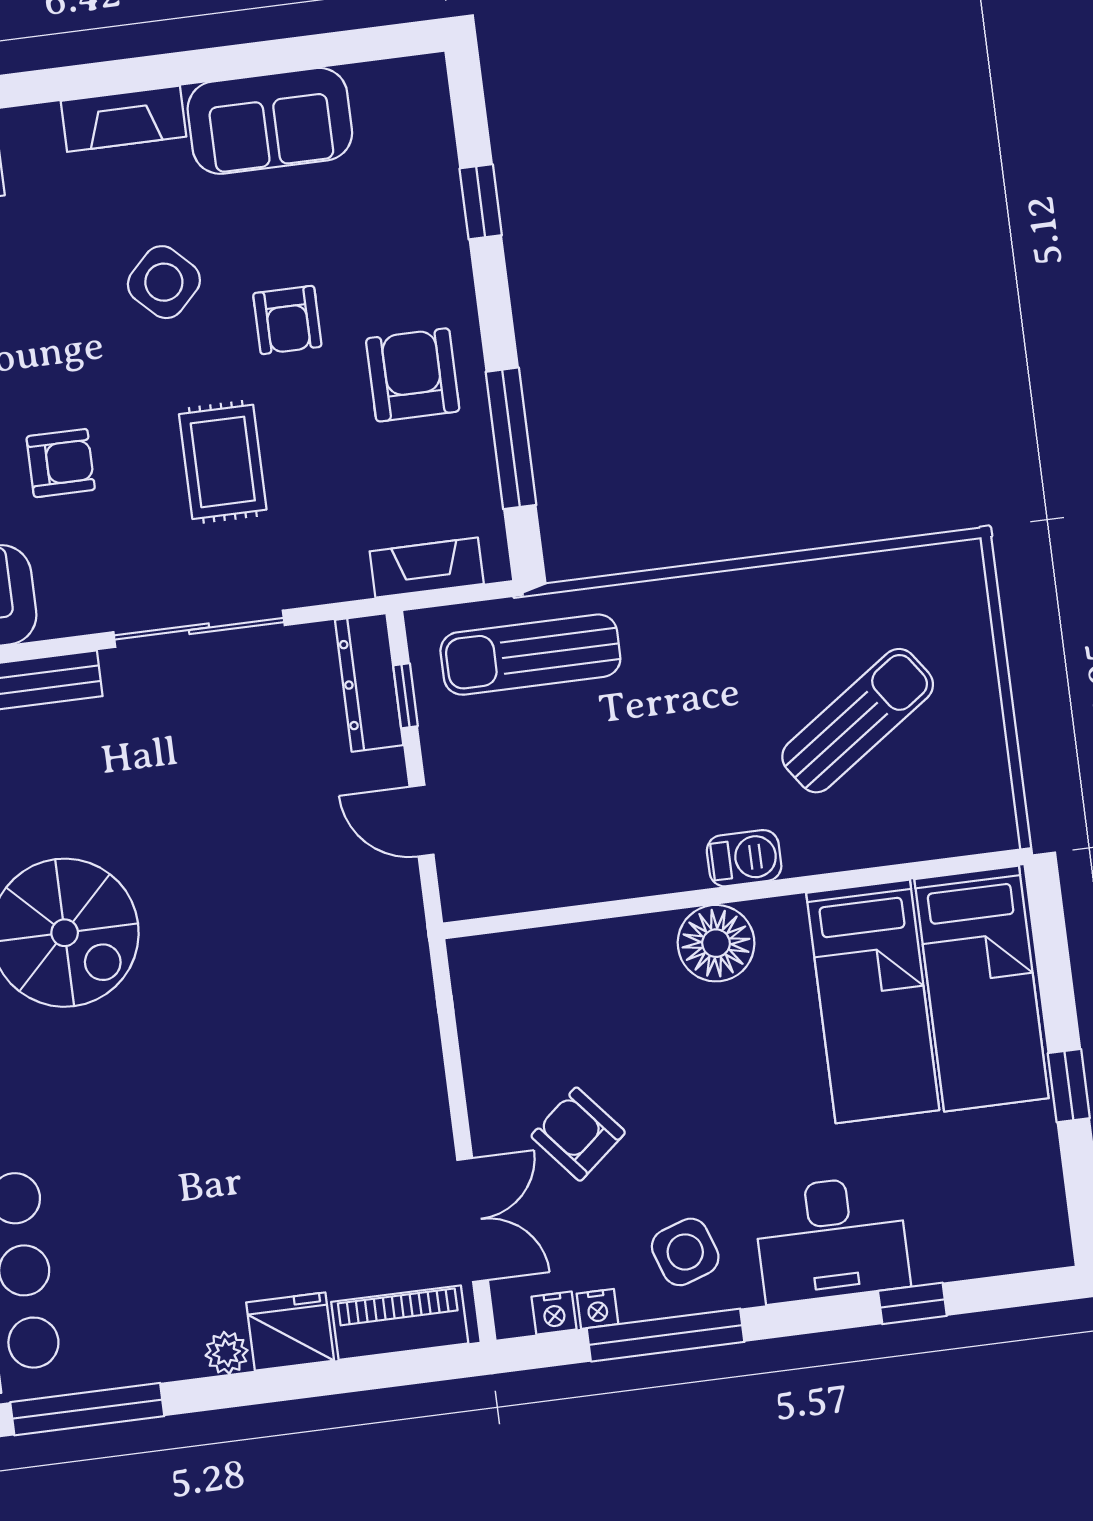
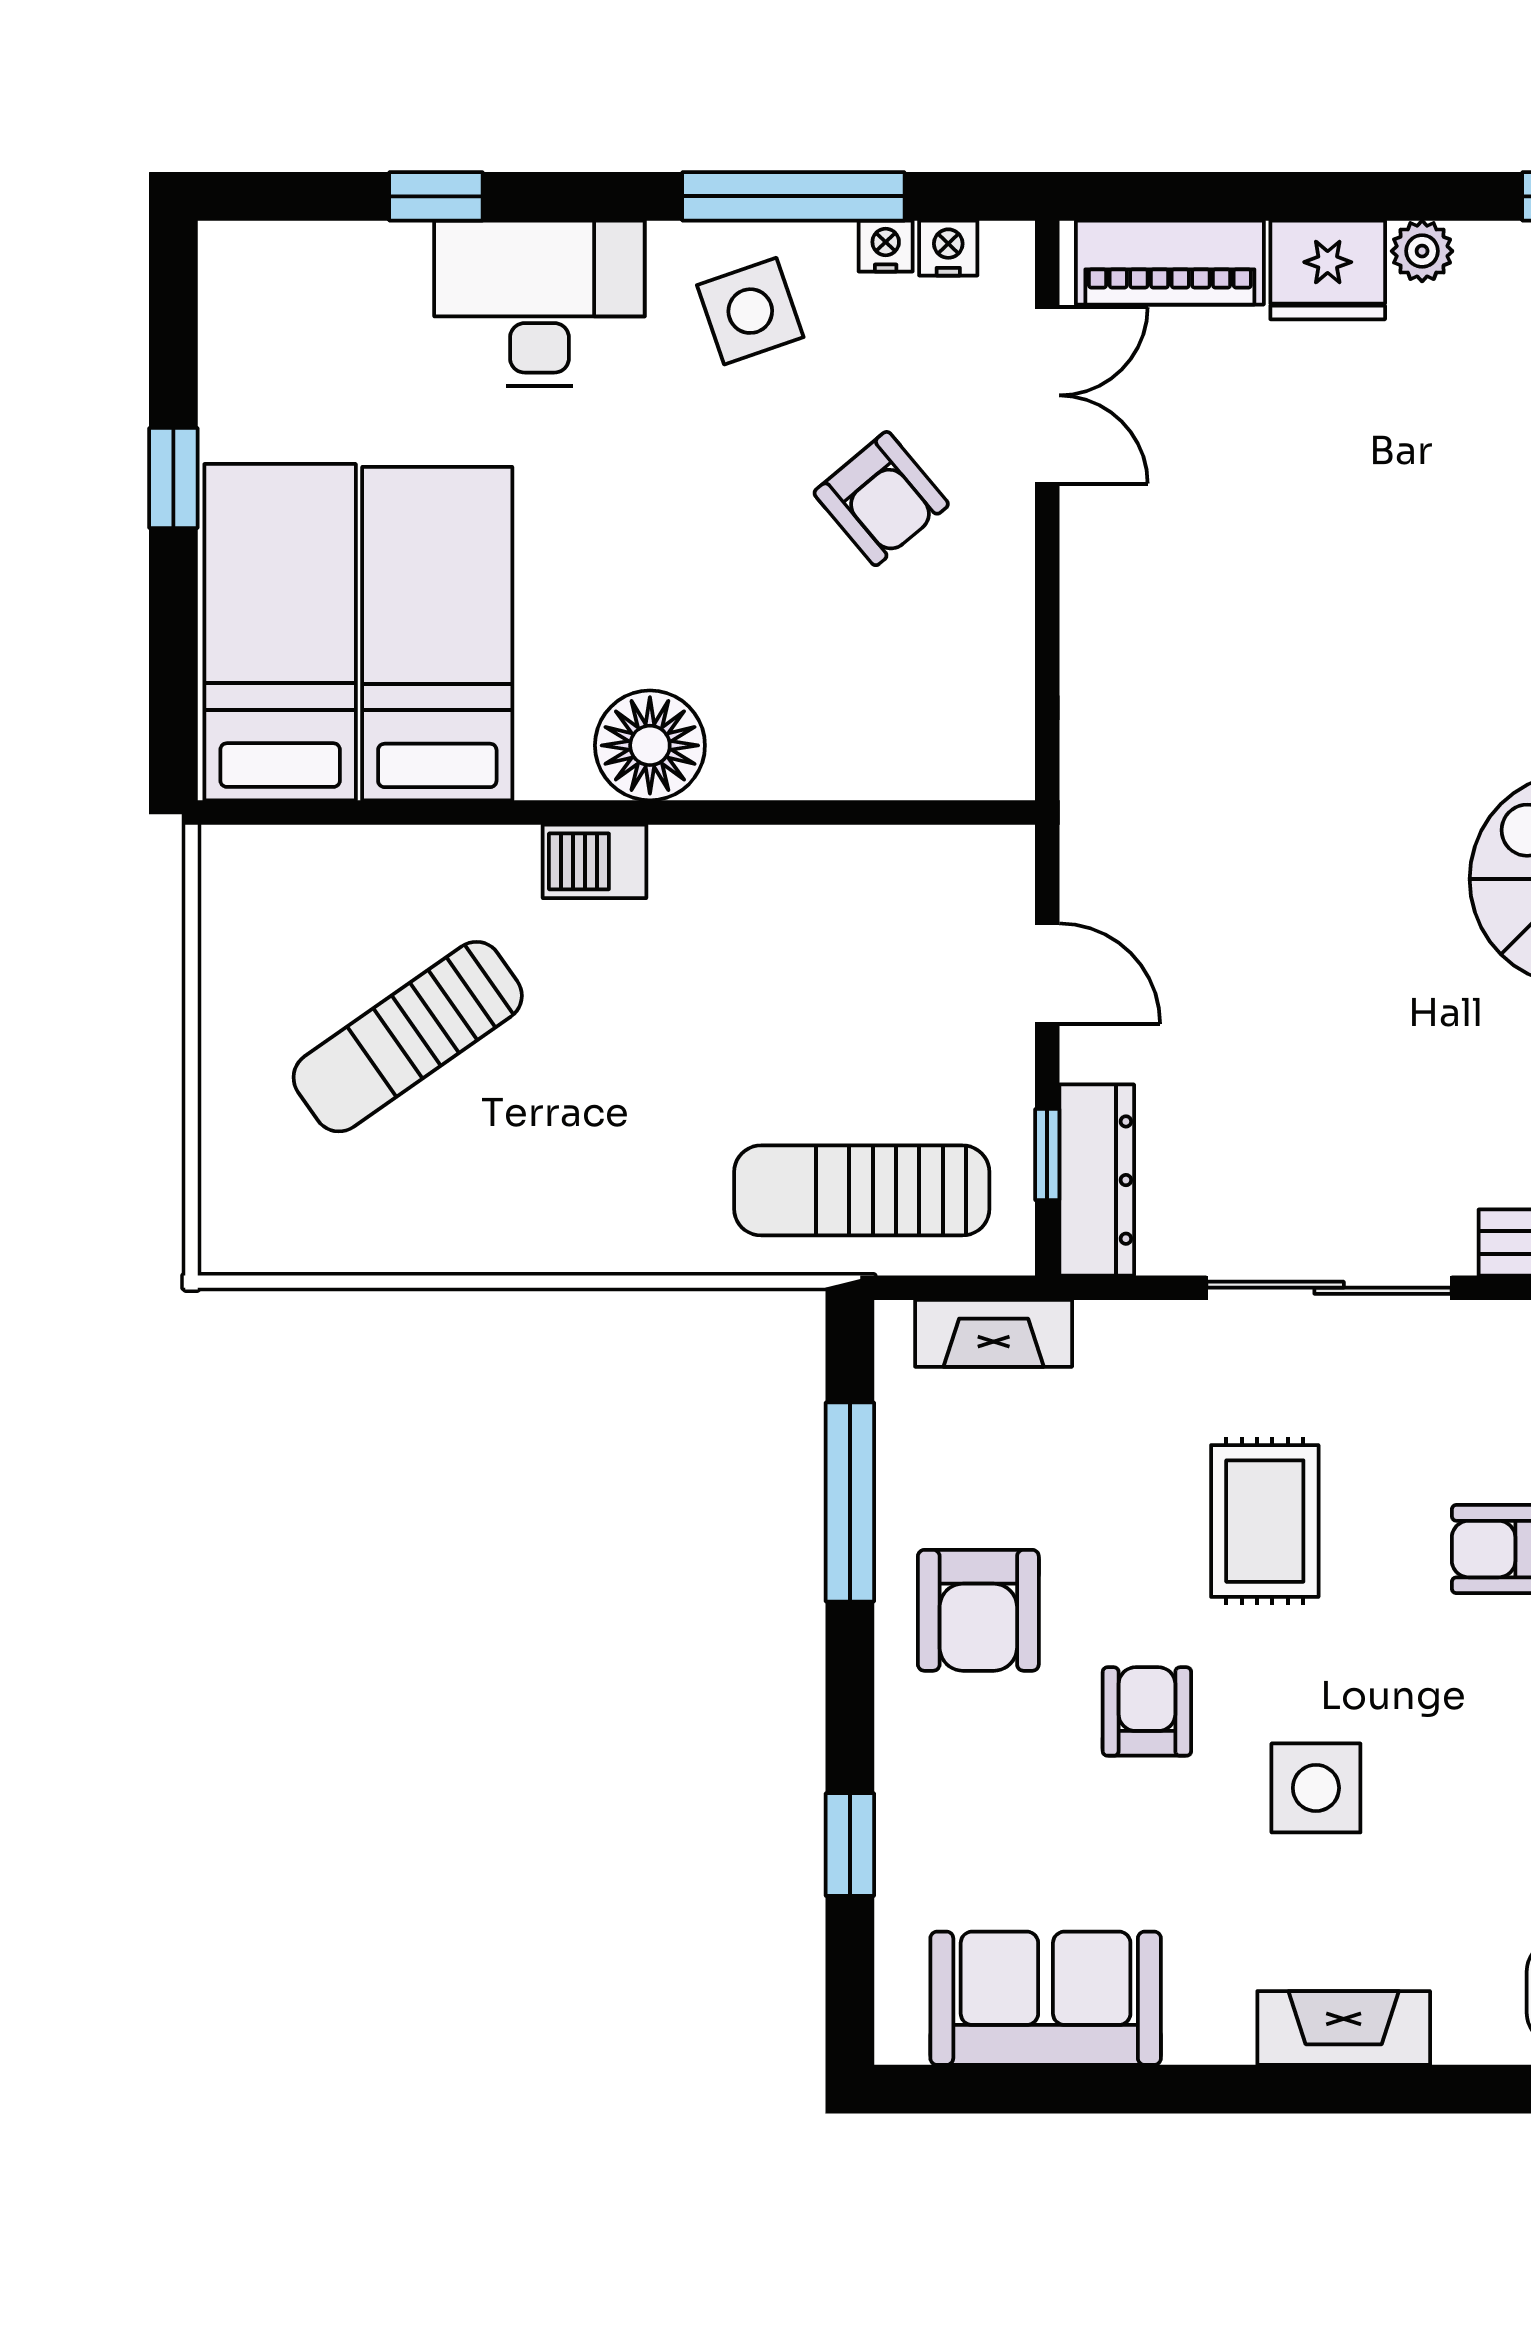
sofa: (270, 121) -> (1046, 1998), moved
side table: (164, 282) -> (1316, 1788), turned 45
sun lounger: (530, 655) -> (862, 1190), turned 180
double door: (473, 1220) -> (1047, 395), swing flipped

